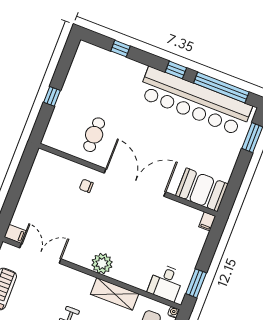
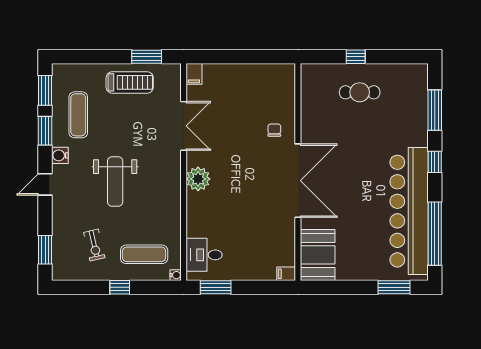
window: (121, 49) -> (435, 110), width x2.17
window: (176, 70) -> (435, 162), moved
cafe table: (94, 135) -> (360, 92), moved
double door: (40, 253) -> (184, 126), moved
shelving: (115, 294) -> (171, 205), removed

